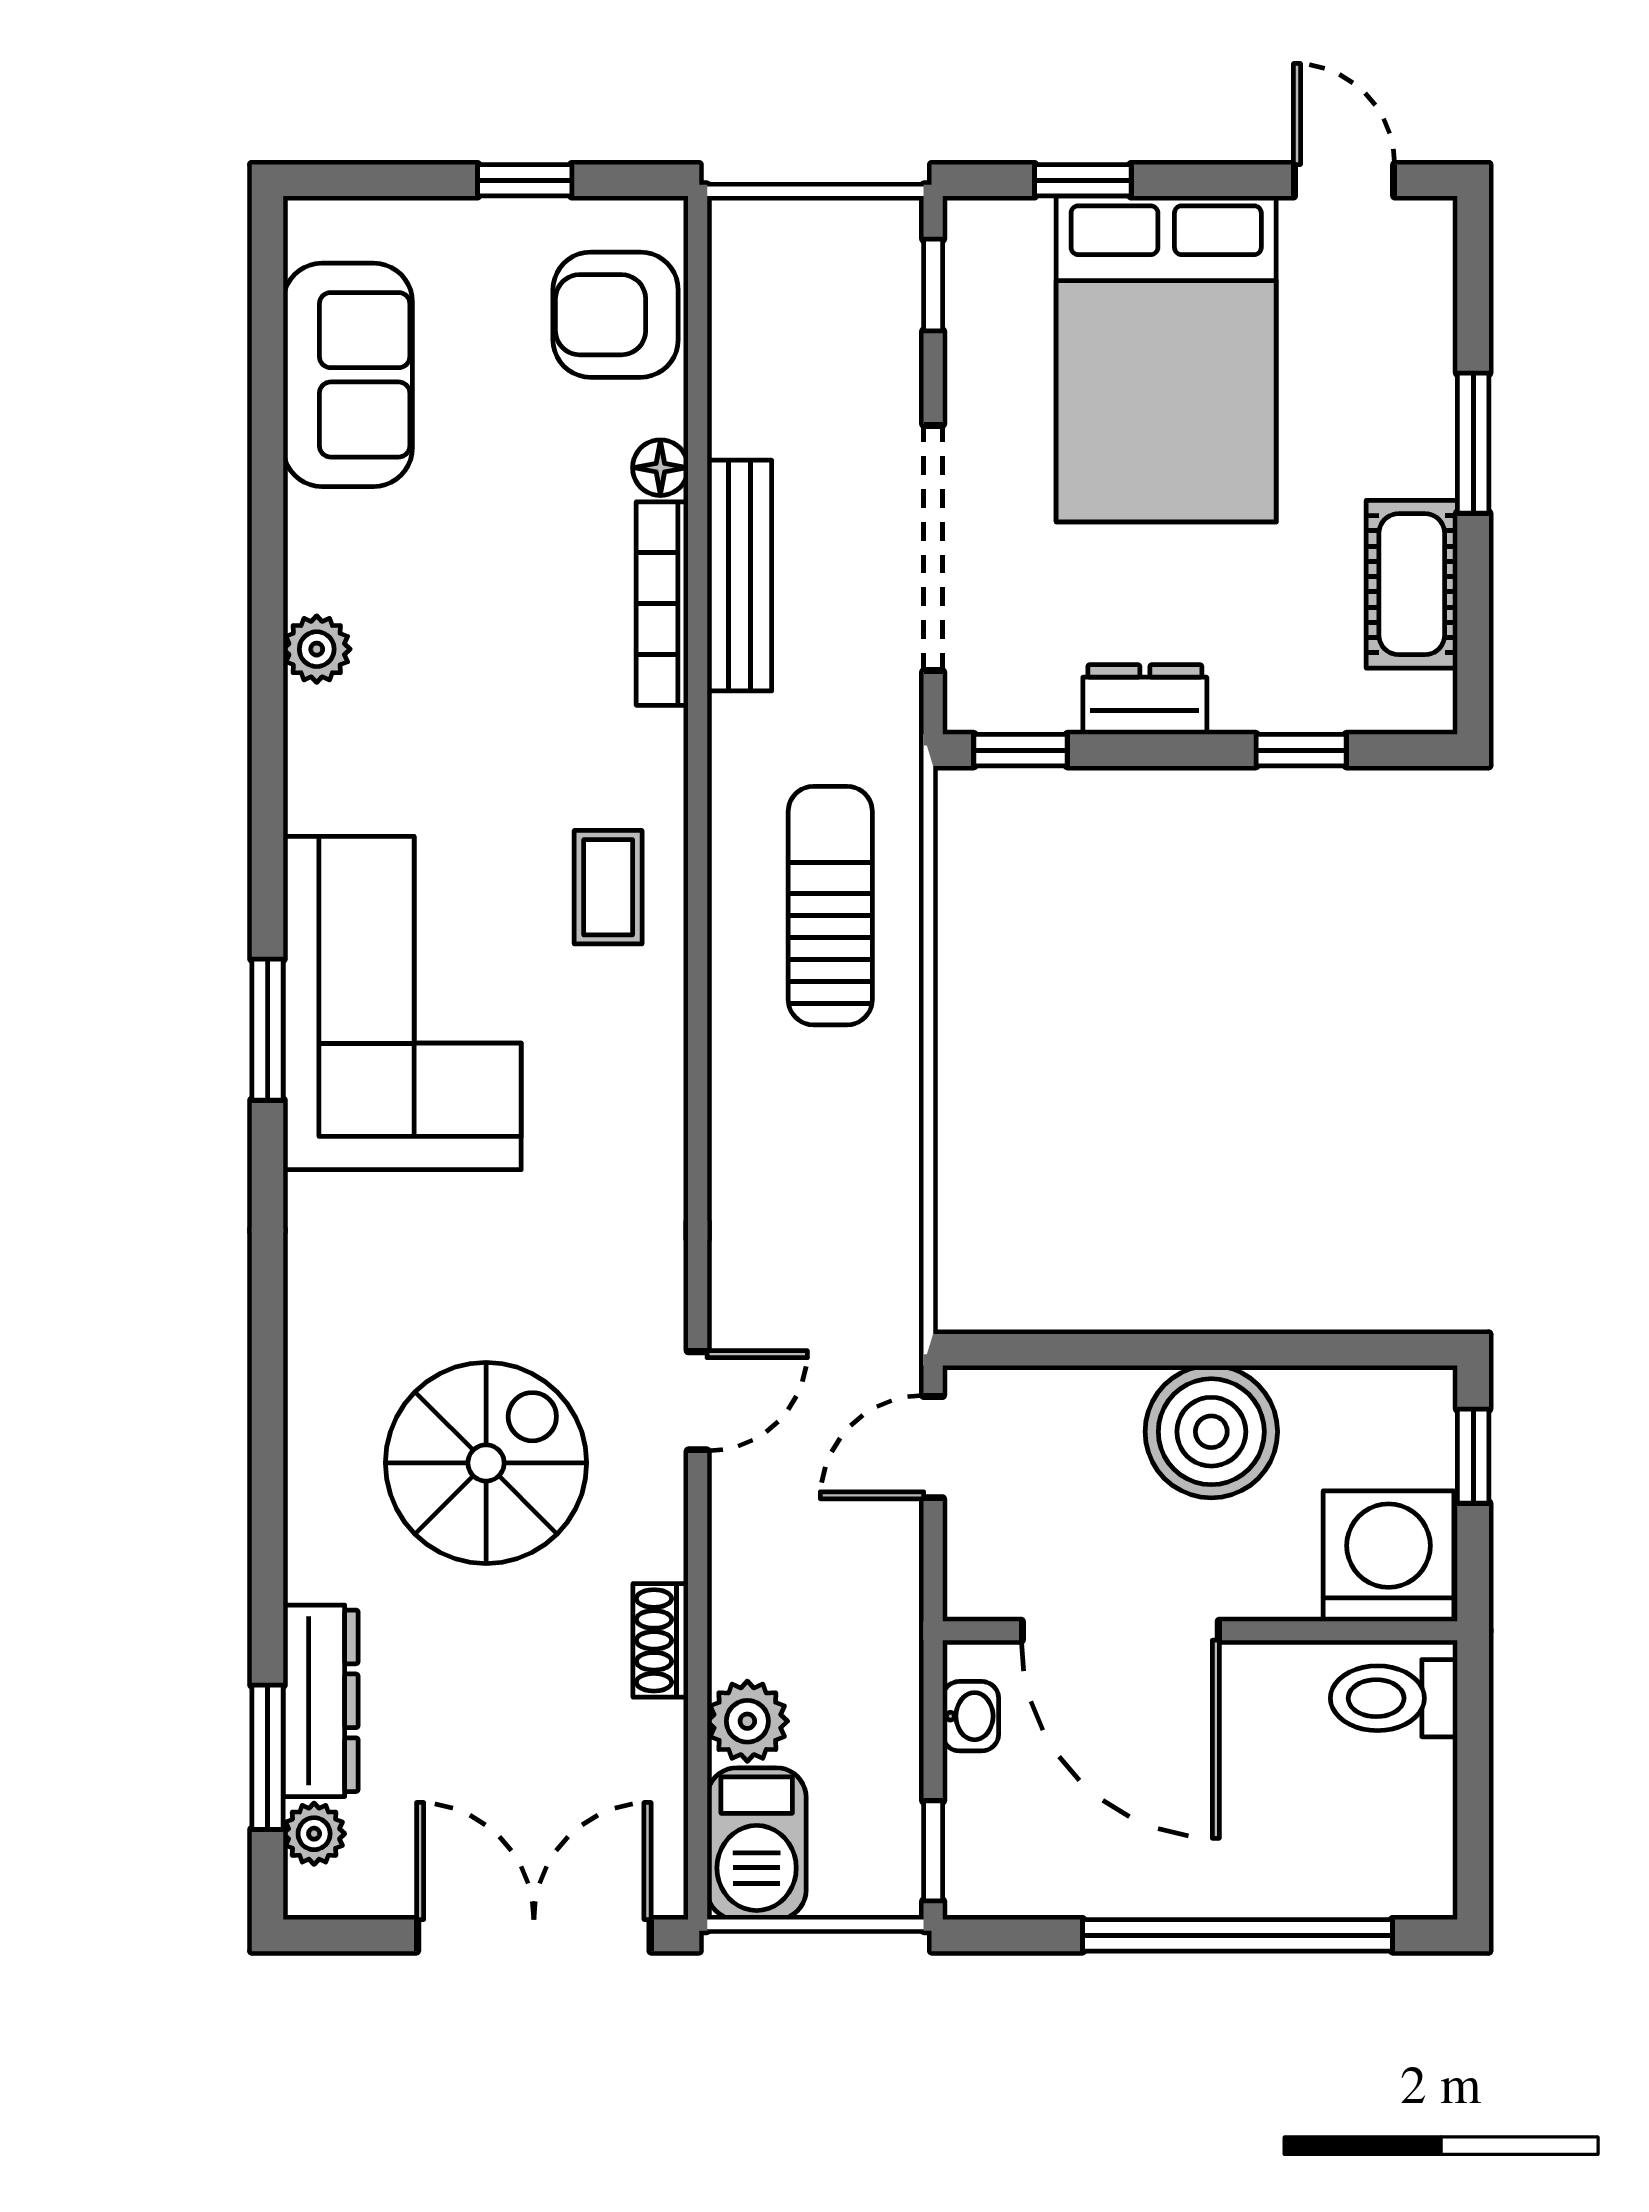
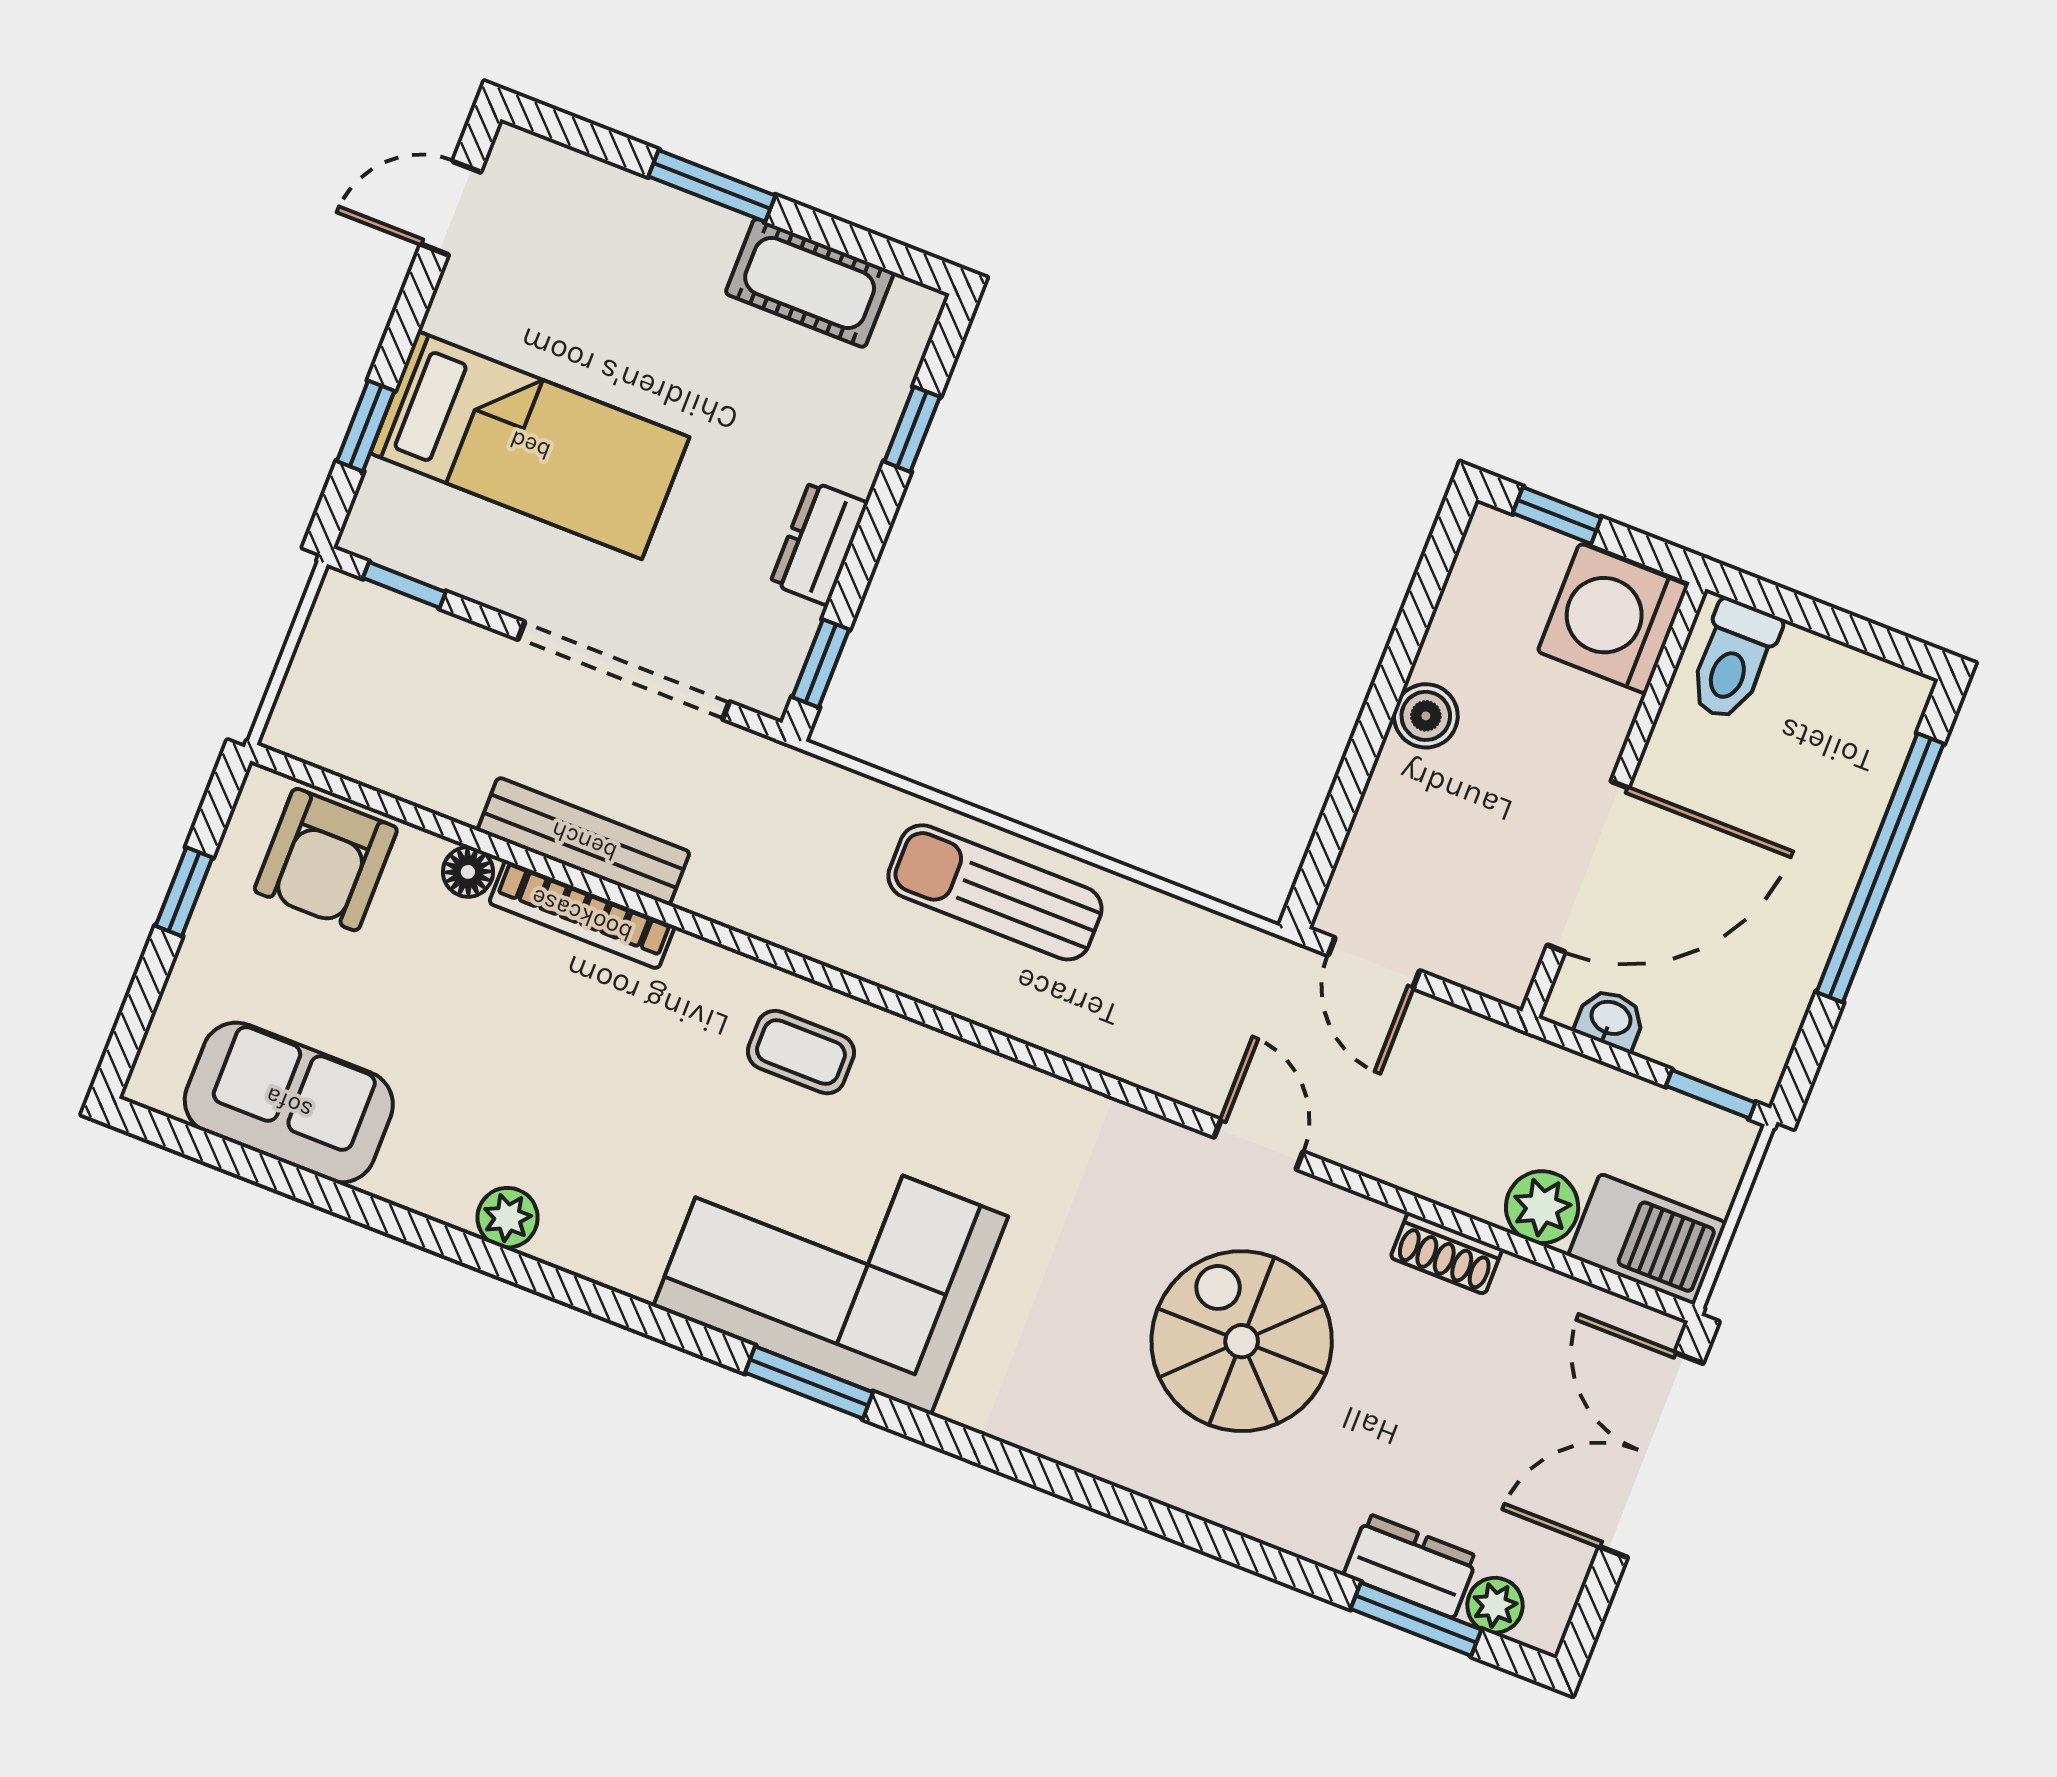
bed: (1166, 359) -> (530, 445), width x0.67
sun lounger: (830, 906) -> (995, 892), moved
boiler: (1211, 1432) -> (1426, 716), width x0.54, depth x0.54
dresser: (321, 1701) -> (1411, 1566), width x0.70

